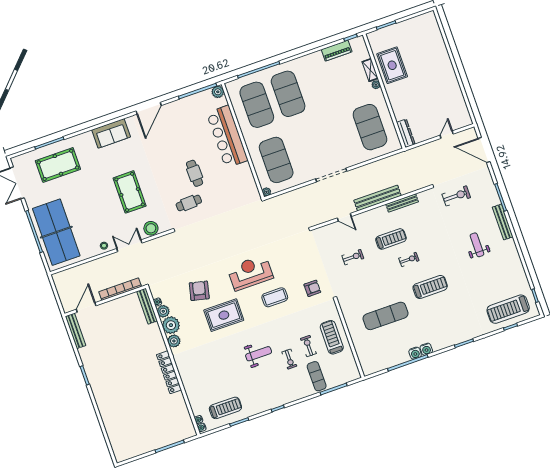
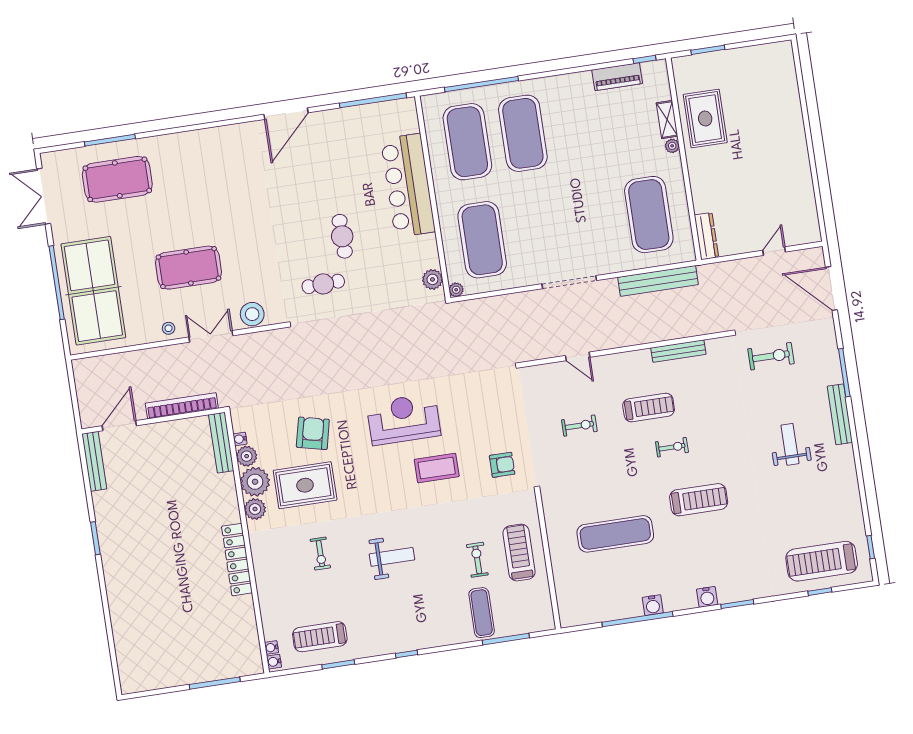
plant: (218, 92) -> (432, 279), moved
sofa: (111, 133) -> (216, 143), removed
pool table: (130, 192) -> (188, 268), moved, turned 90
bench: (378, 198) -> (658, 281), moved
rug: (224, 315) -> (305, 485), moved
water cooler: (426, 349) -> (707, 597), moved
exercise bike: (289, 359) -> (320, 554), moved
treadmill: (225, 408) -> (320, 637), turned 180

